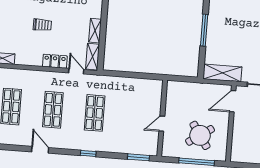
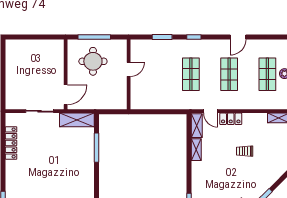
window: (204, 30) -> (97, 148), moved
round table: (200, 135) -> (93, 61), turned 34
door: (40, 150) -> (238, 37), hinge flipped
window: (138, 157) -> (162, 37), moved

